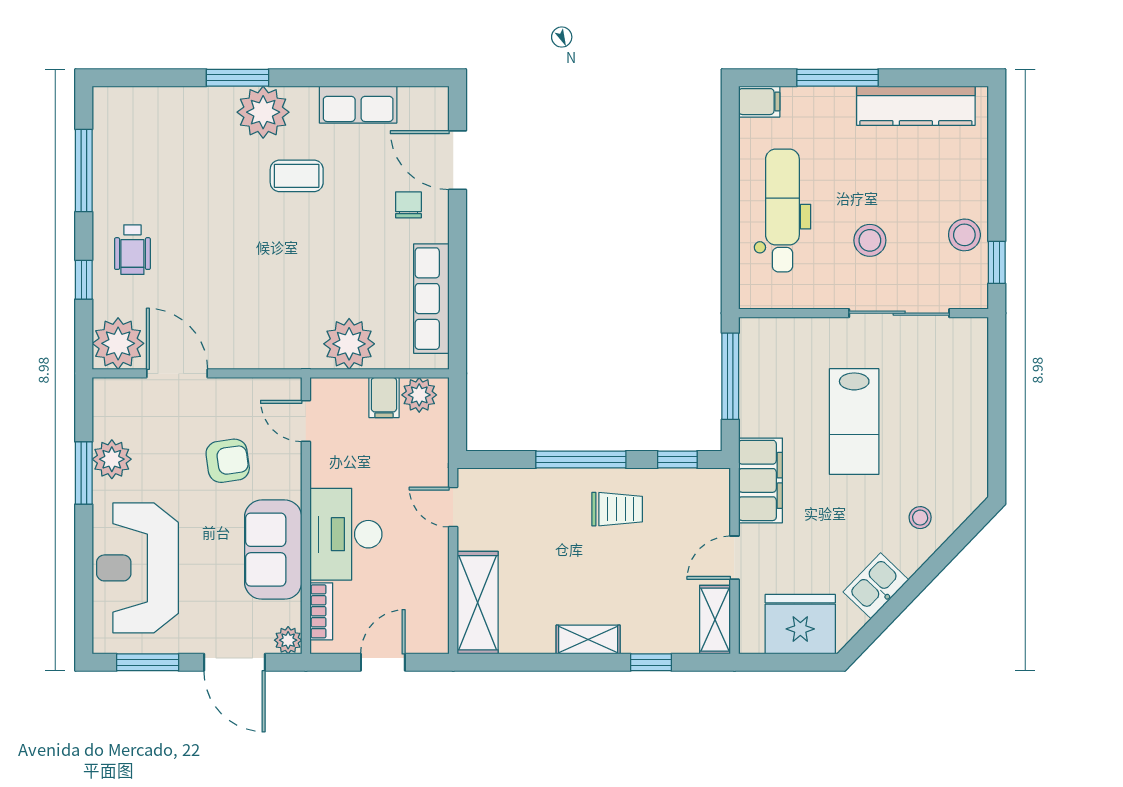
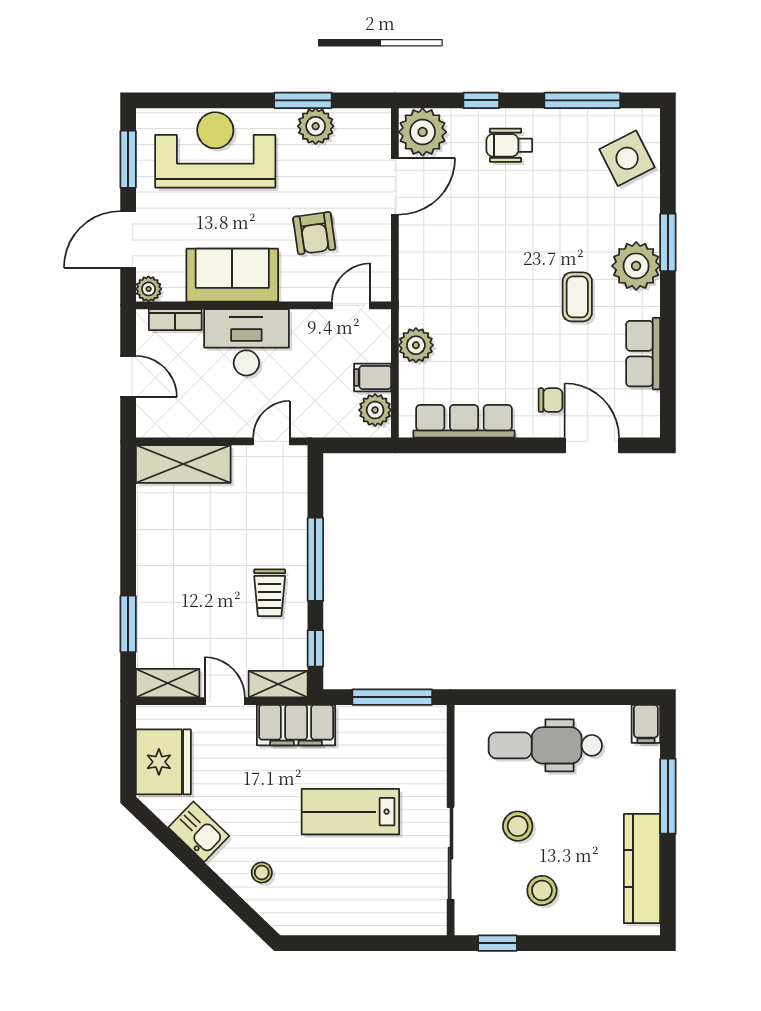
side table: (147, 122) -> (627, 158), added
door: (458, 160) -> (592, 445), hinge flipped
dental chair: (782, 210) -> (545, 745), turned 180
stool: (964, 235) -> (542, 890), moved
plant: (349, 344) -> (416, 345), width x0.73, depth x0.73
shelving: (588, 640) -> (278, 684), moved, turned 90
window: (651, 662) -> (128, 624), width x1.50

